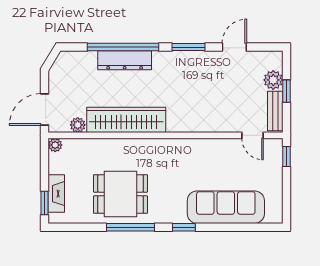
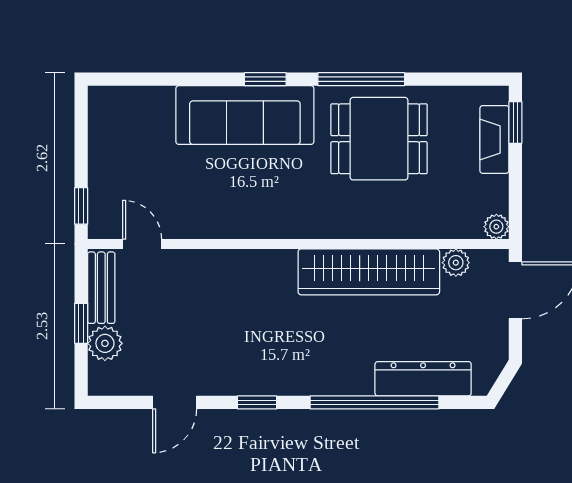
window: (188, 47) -> (257, 402), width x0.67
dresser: (125, 60) -> (423, 379), moved
sofa: (226, 207) -> (245, 115), moved

